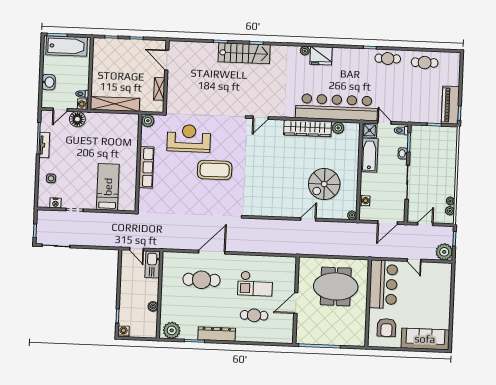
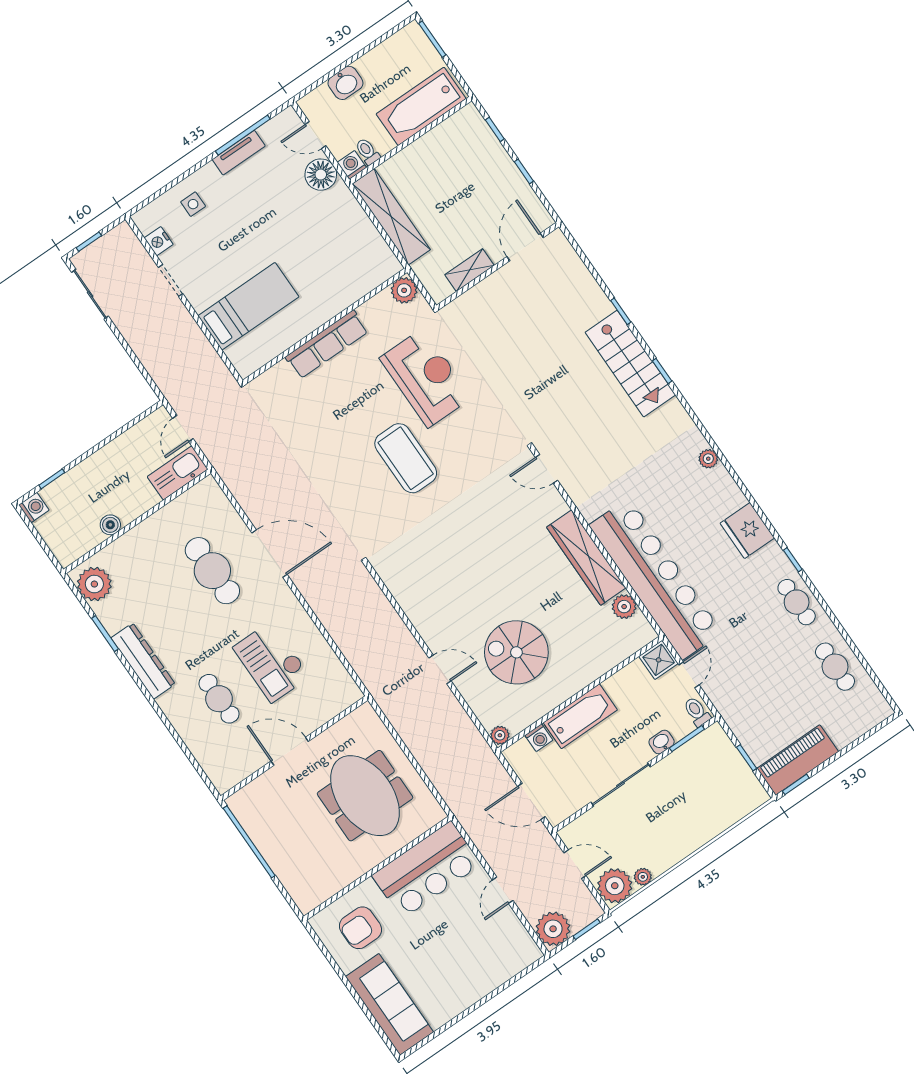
bathtub: (67, 46) -> (421, 106), moved, turned 90
fridge: (321, 56) -> (747, 531), moved
bathtub: (369, 155) -> (580, 716), moved
plant: (450, 211) -> (615, 886), width x1.88, depth x1.88

